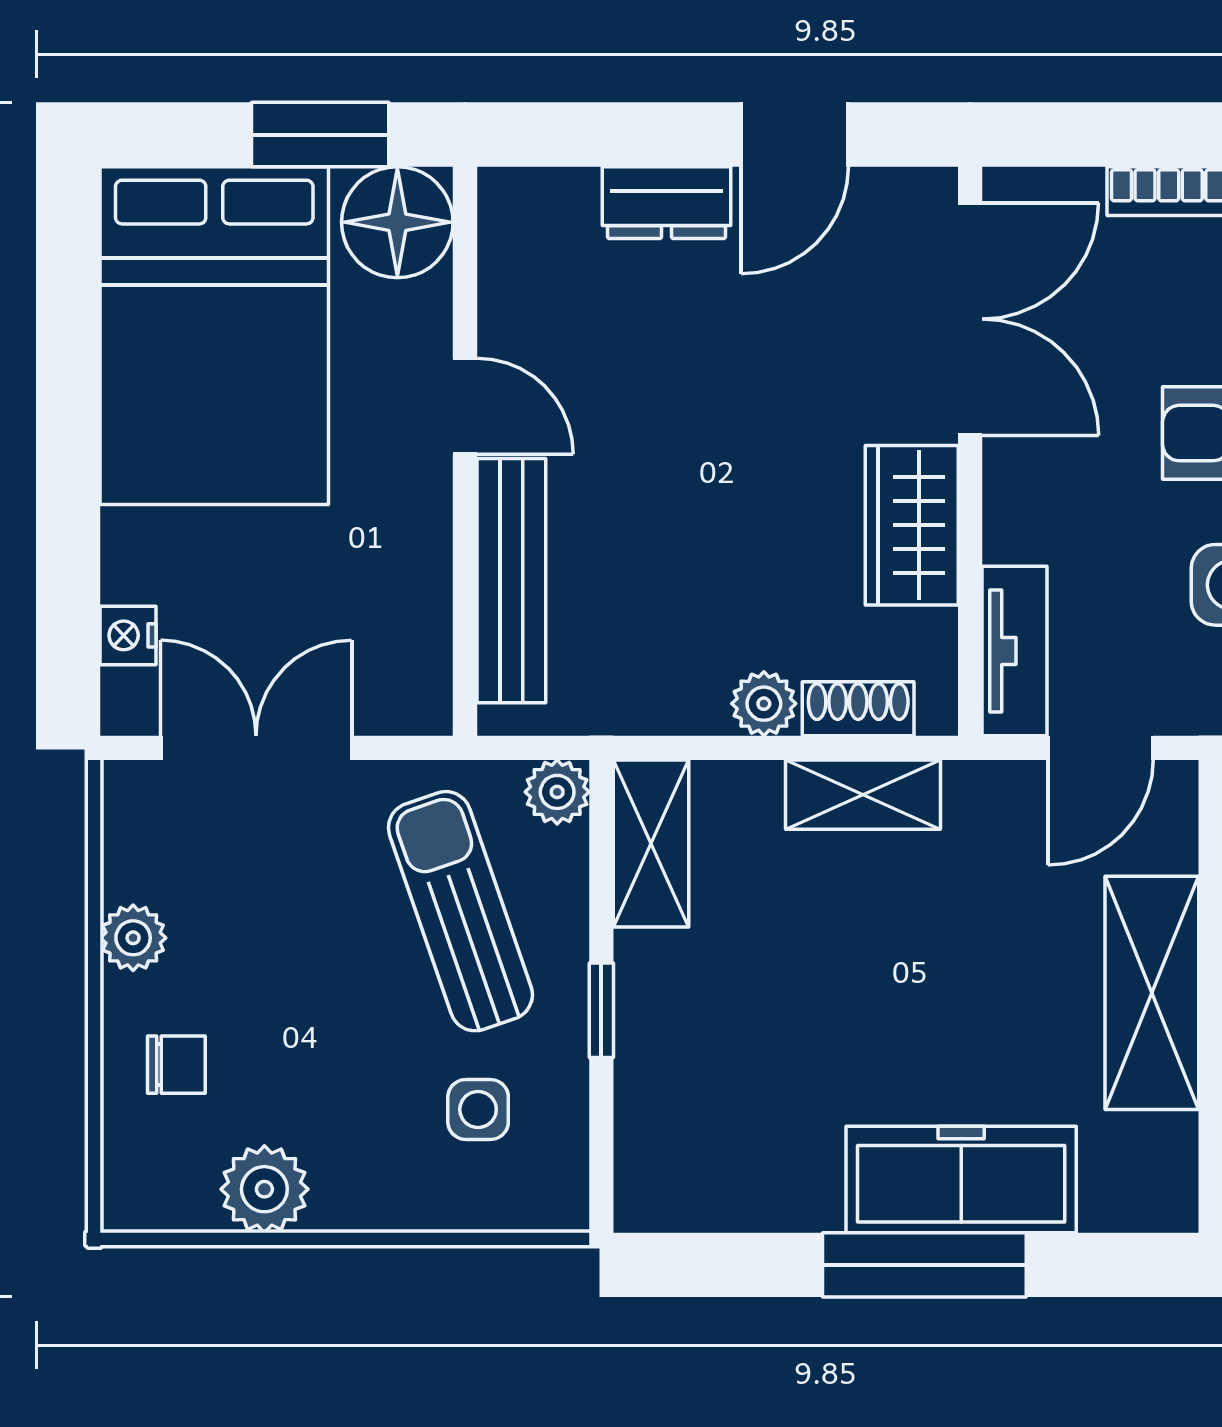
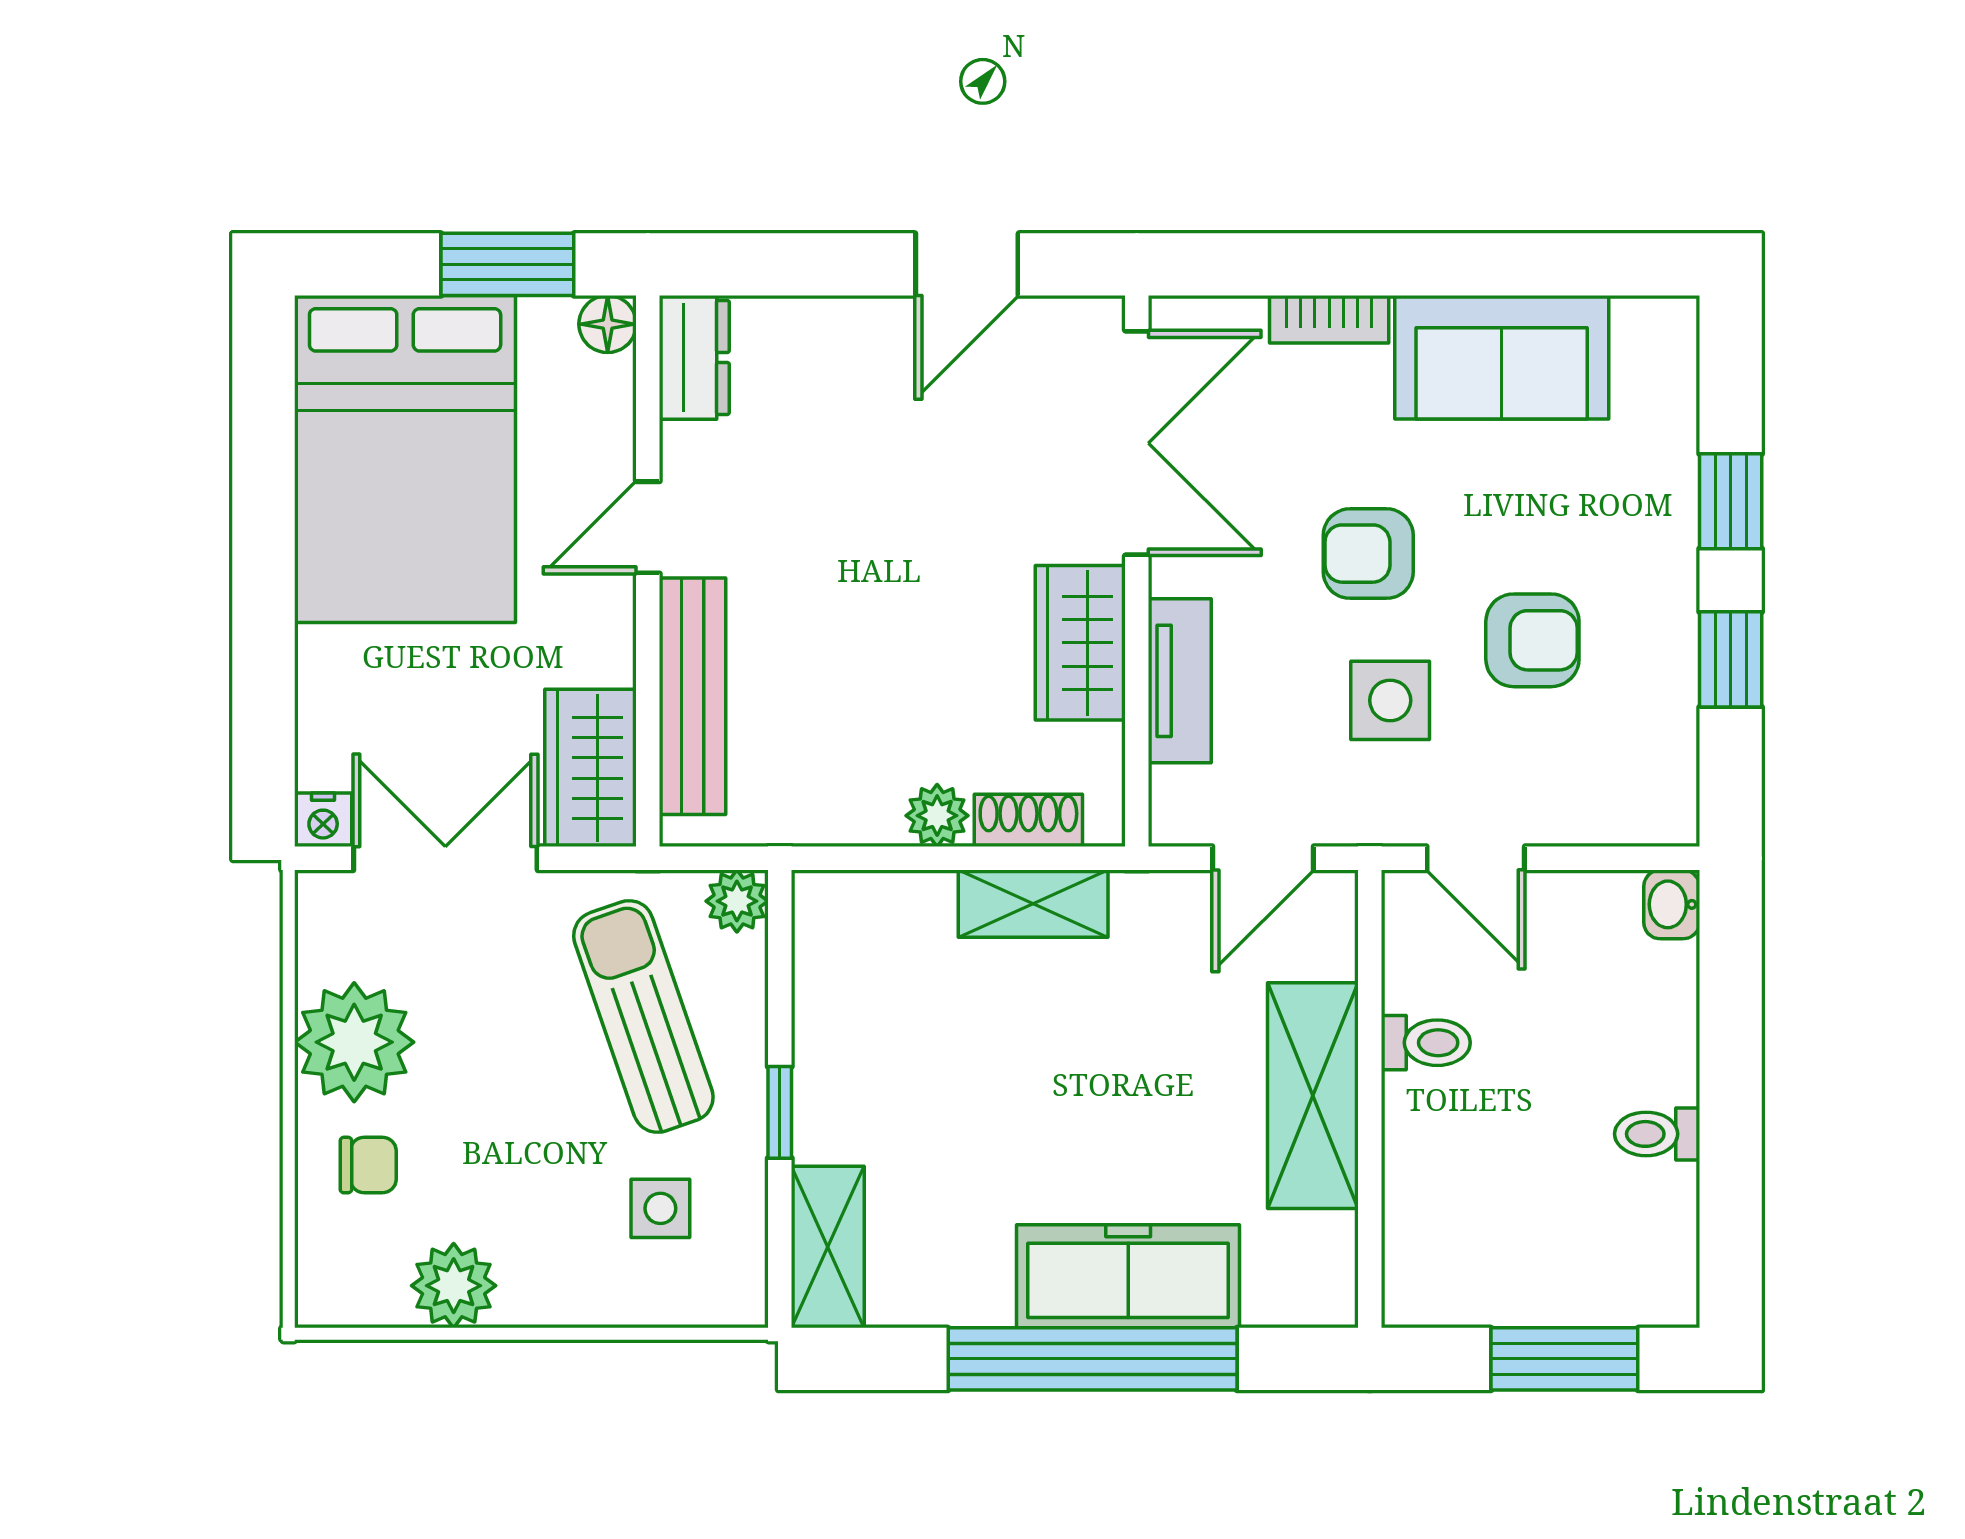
dresser: (666, 203) -> (694, 357), moved, turned -90
floor lamp: (397, 222) -> (608, 324), width x0.53, depth x0.53
door: (465, 406) -> (648, 527), swing flipped
nightstand: (128, 635) -> (323, 820), moved, turned -90
tv unit: (1015, 651) -> (1180, 681), moved
wardrobe: (406, 655) -> (590, 768), added
shelving: (651, 843) -> (828, 1247), moved
plant: (133, 938) -> (354, 1042), width x1.87, depth x1.87
window: (924, 1265) -> (1093, 1359), width x1.46

